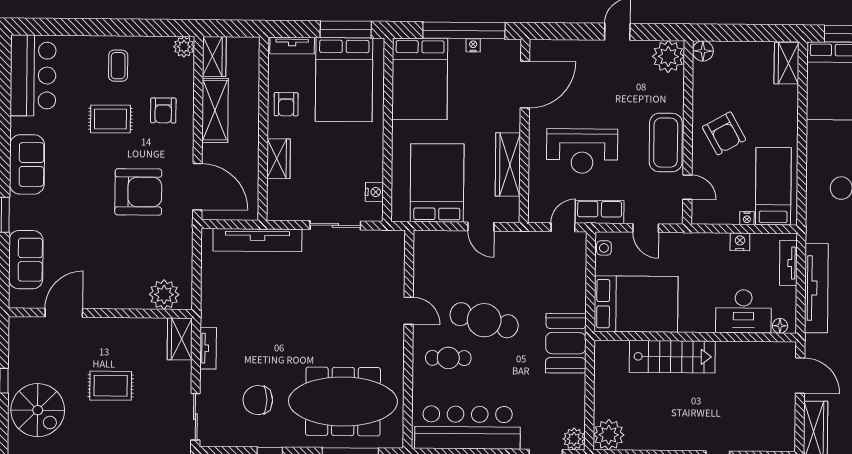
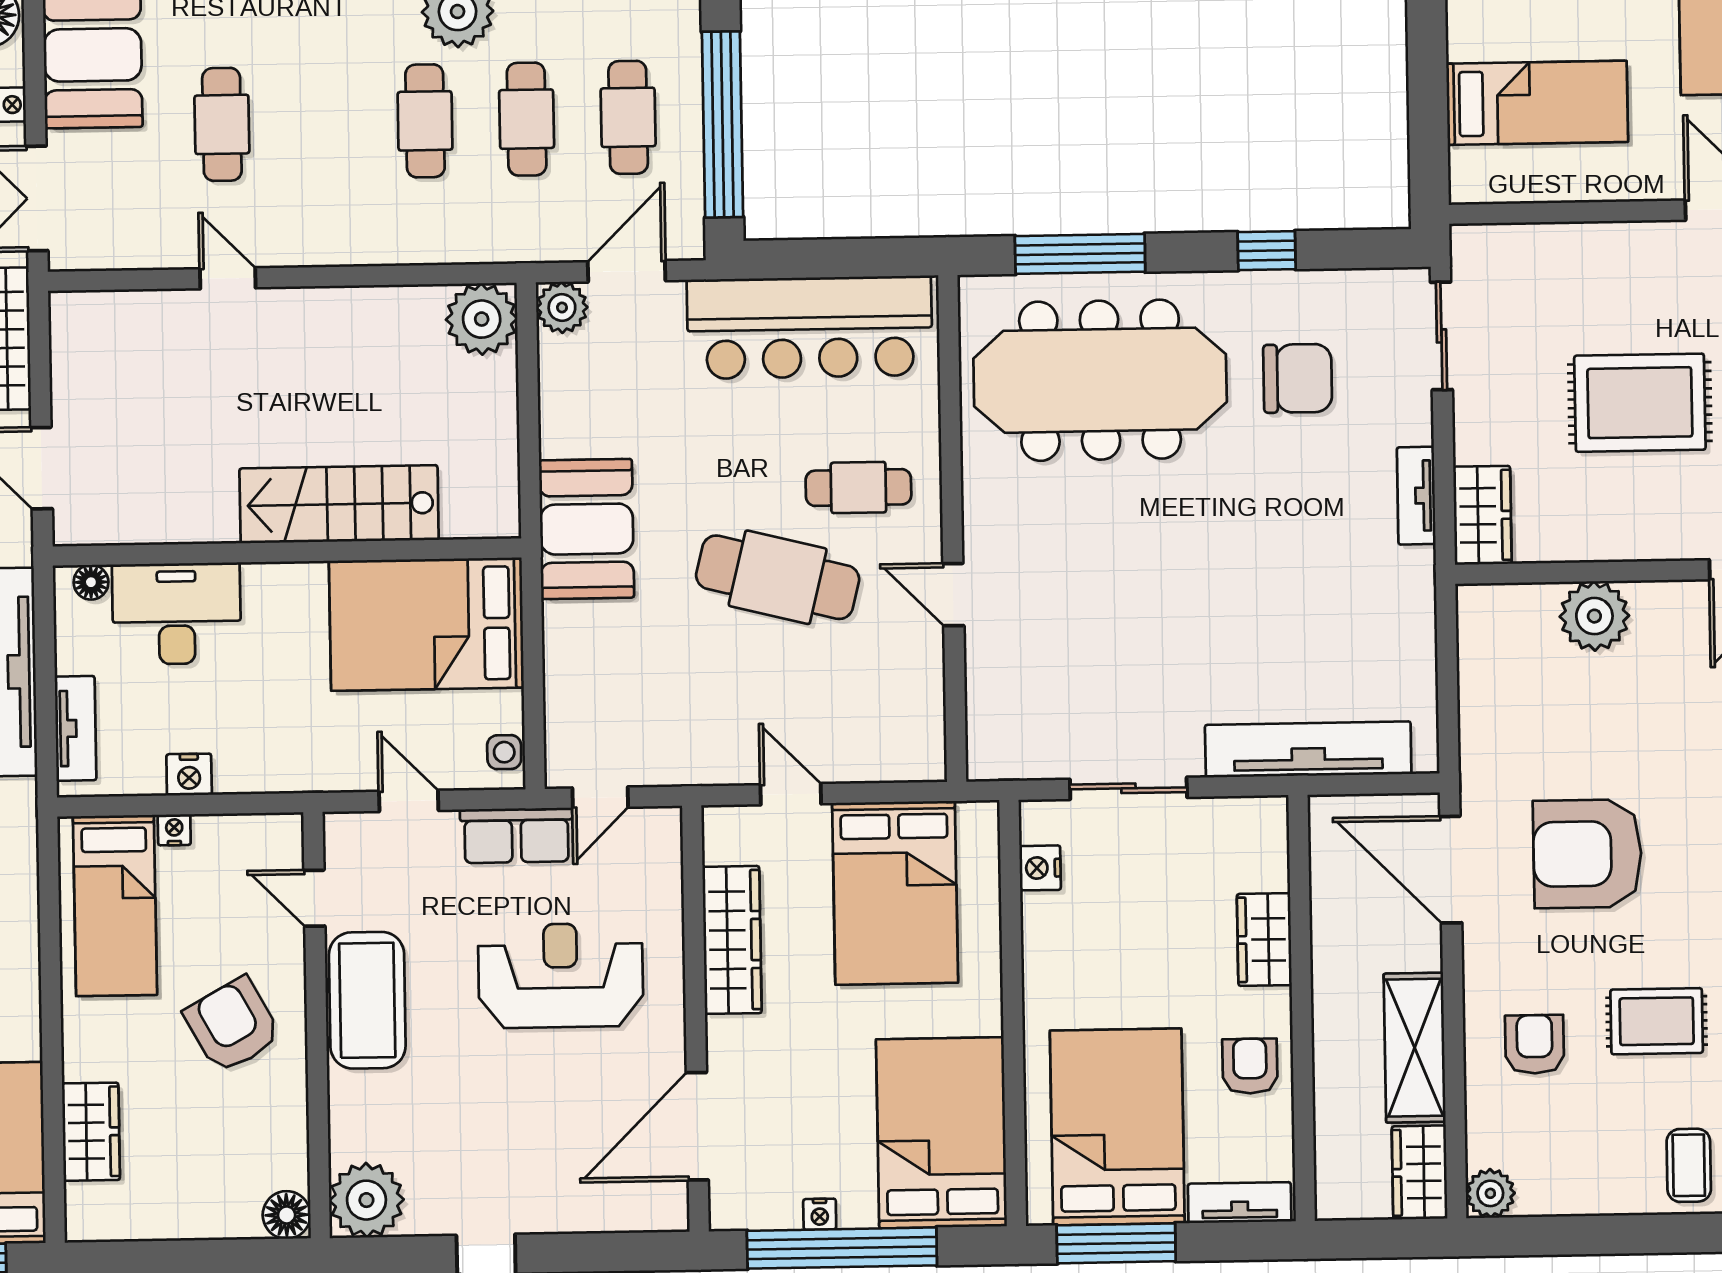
wardrobe: (786, 63) -> (91, 1132), moved
coffee table: (118, 66) -> (1689, 1165), moved
plant: (164, 295) -> (1594, 616), moved
rug: (111, 386) -> (1640, 403), width x1.36, depth x1.43

